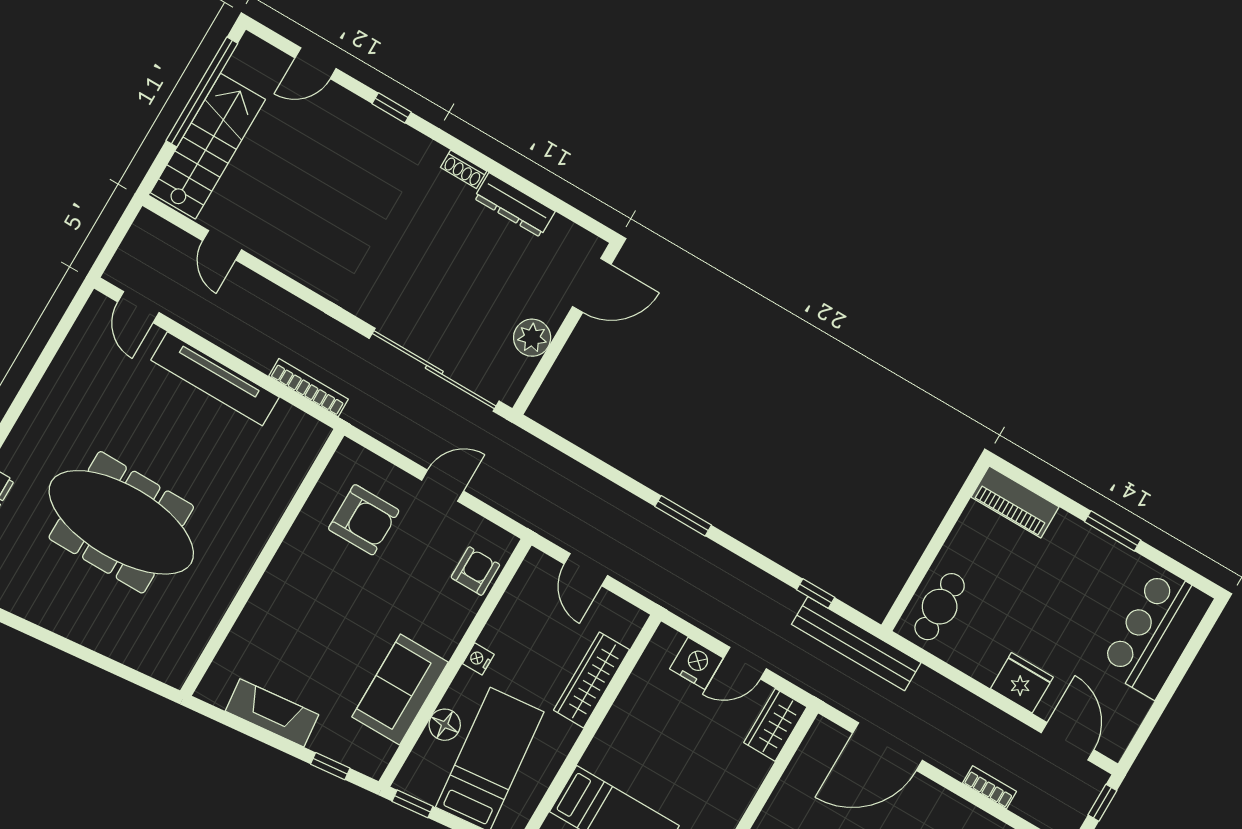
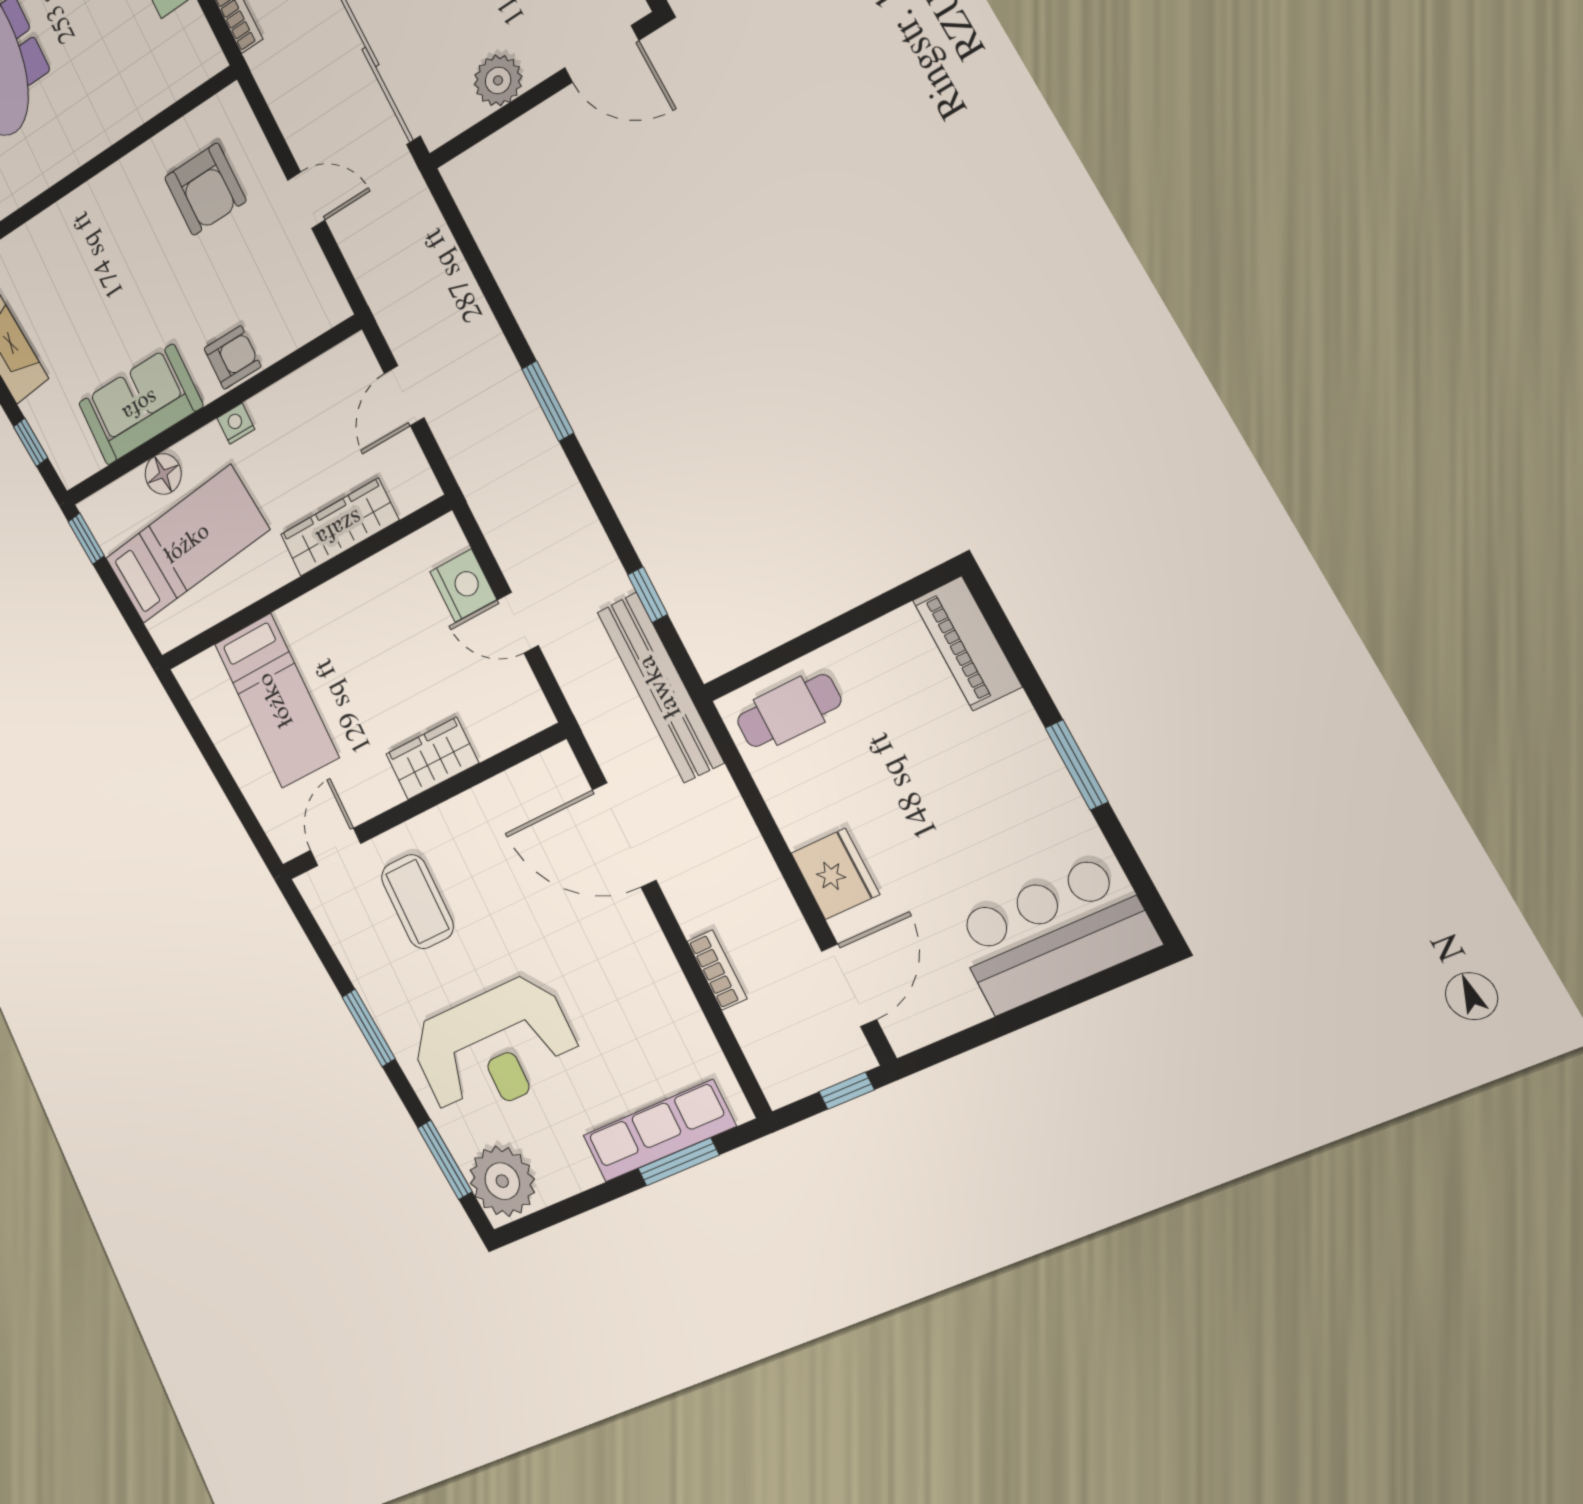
armchair: (475, 571) -> (233, 357), moved
wardrobe: (775, 725) -> (432, 758), moved

